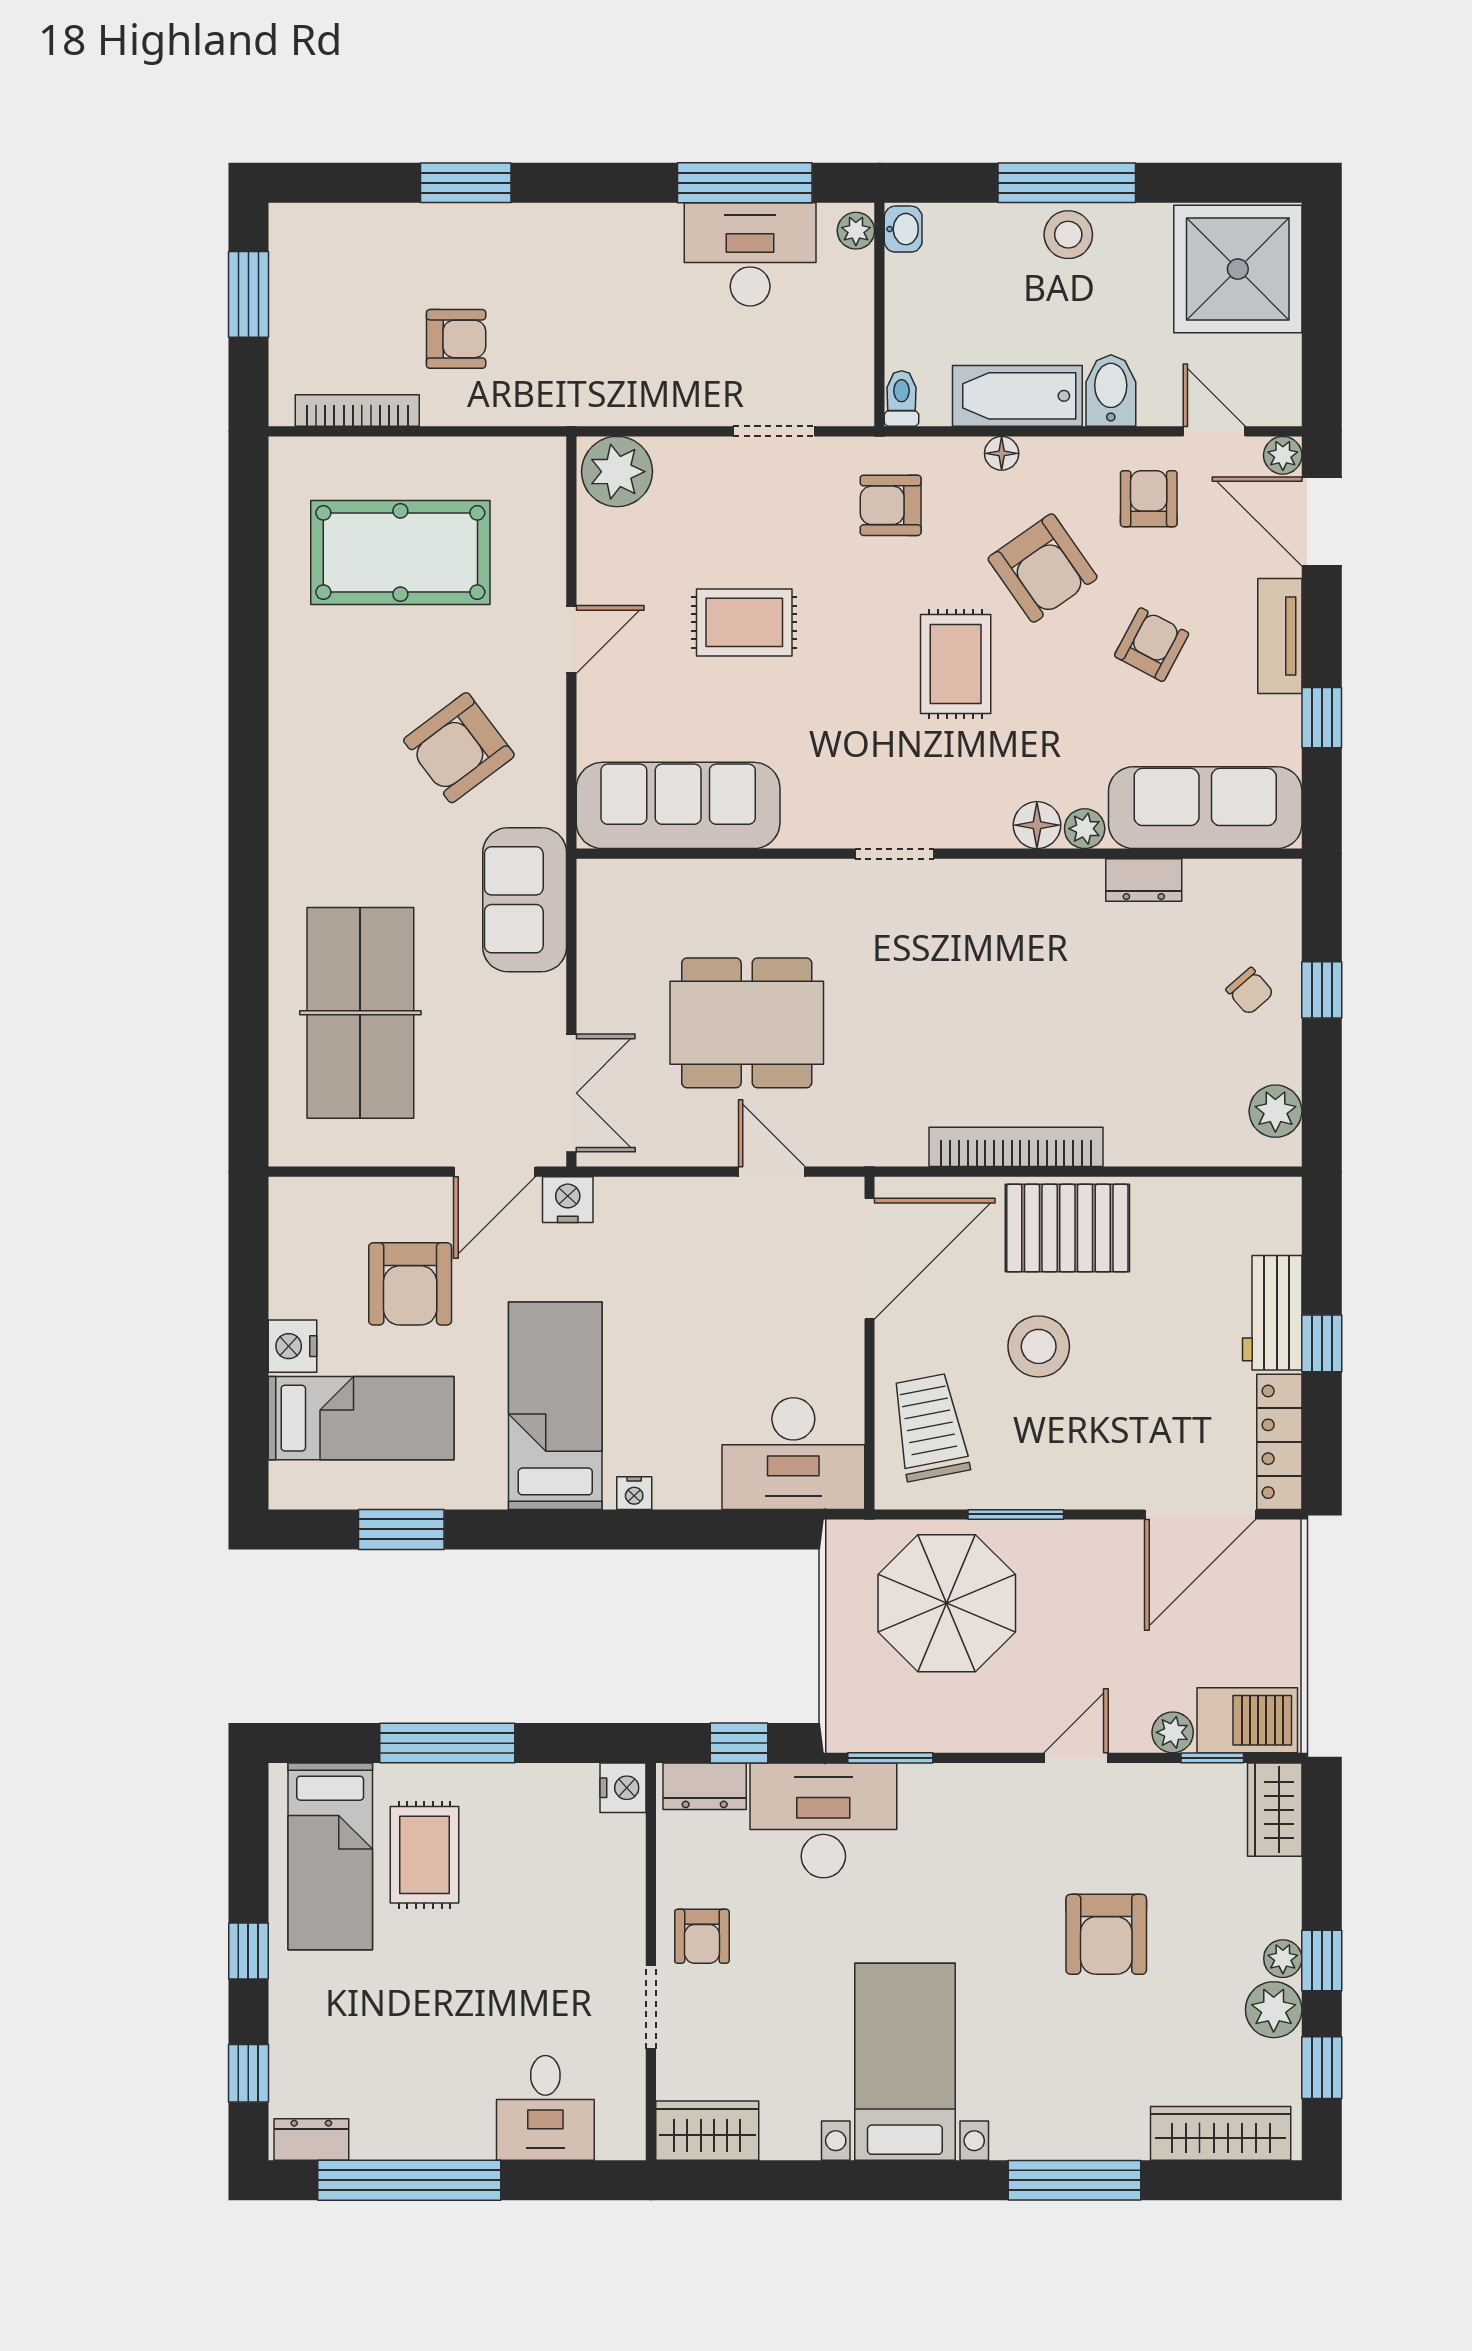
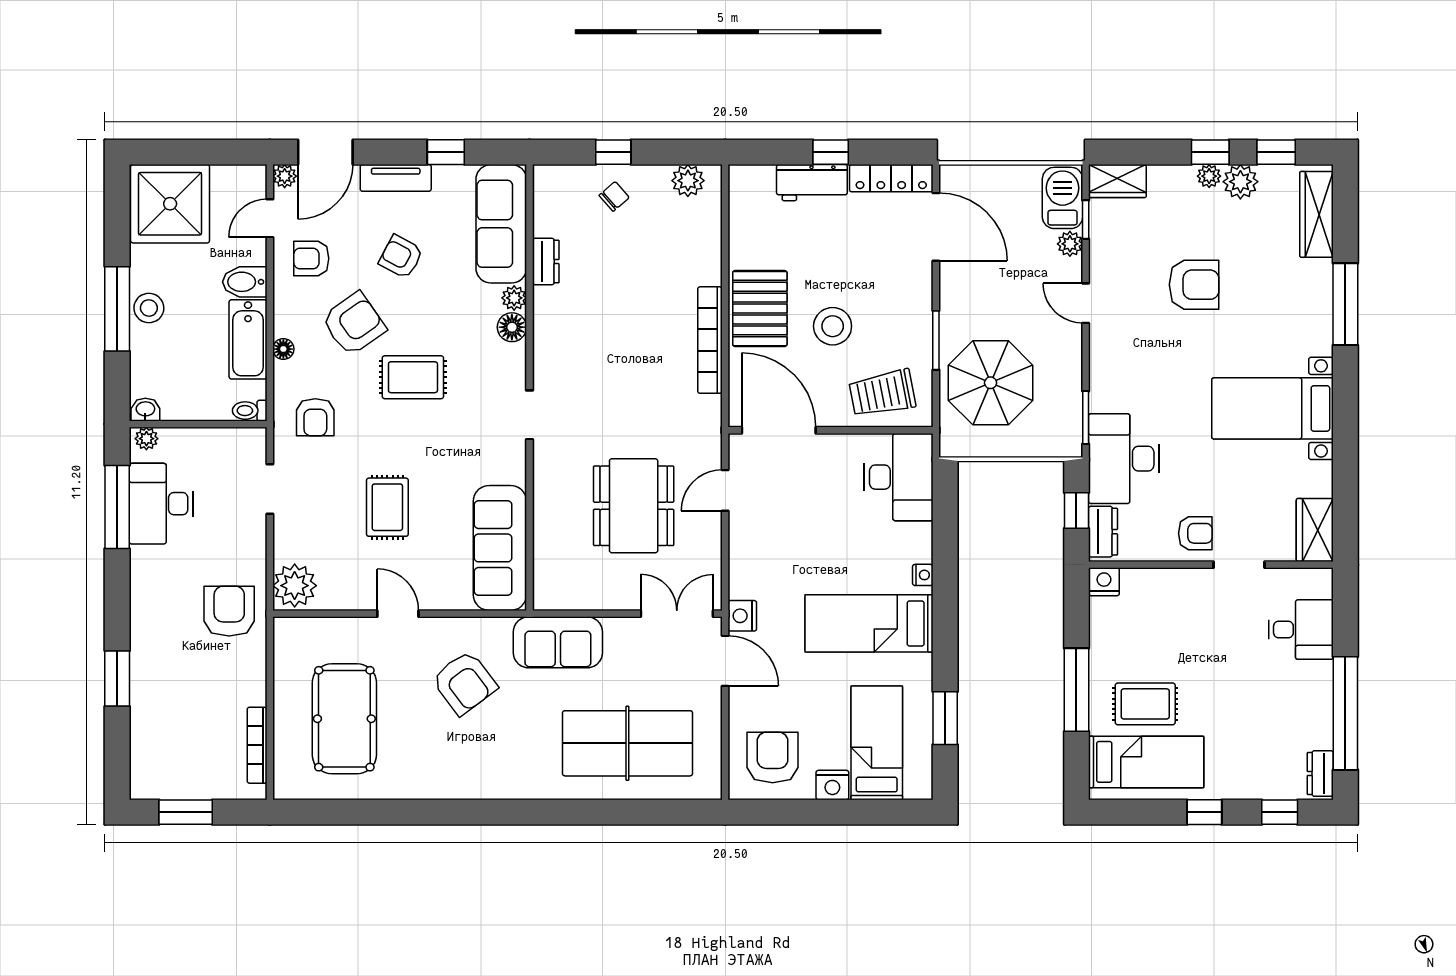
armchair: (456, 339) -> (229, 611), moved, width x1.38, depth x1.38
armchair: (410, 1284) -> (773, 757), moved, turned -90

